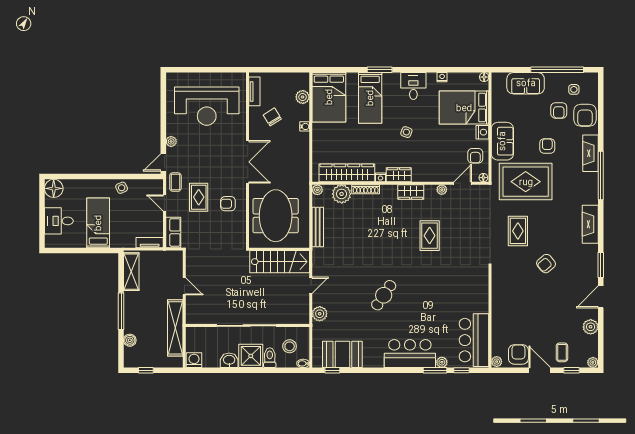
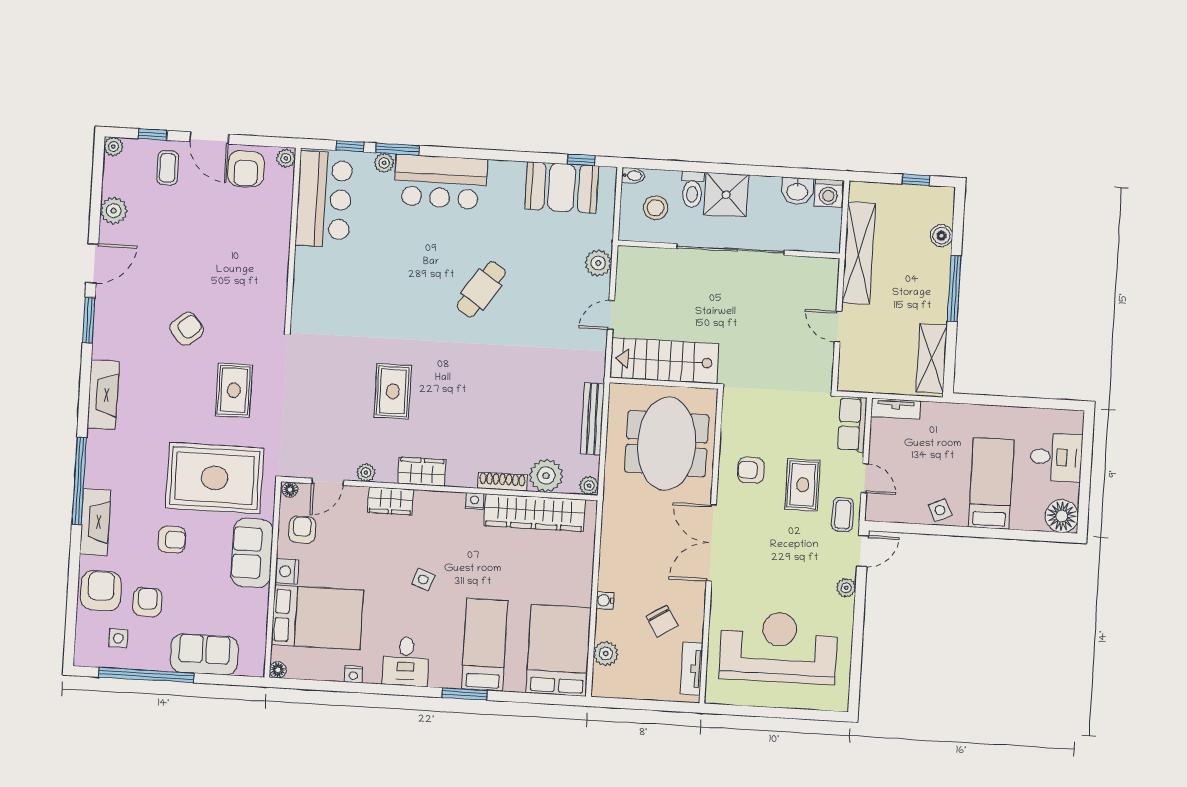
armchair: (547, 146) -> (172, 540), turned -90
wardrobe: (399, 175) -> (390, 501), moved
armchair: (228, 204) -> (751, 470), turned 180
bed: (98, 223) -> (991, 483), moved, turned 180
washbasin: (229, 360) -> (797, 191), moved

